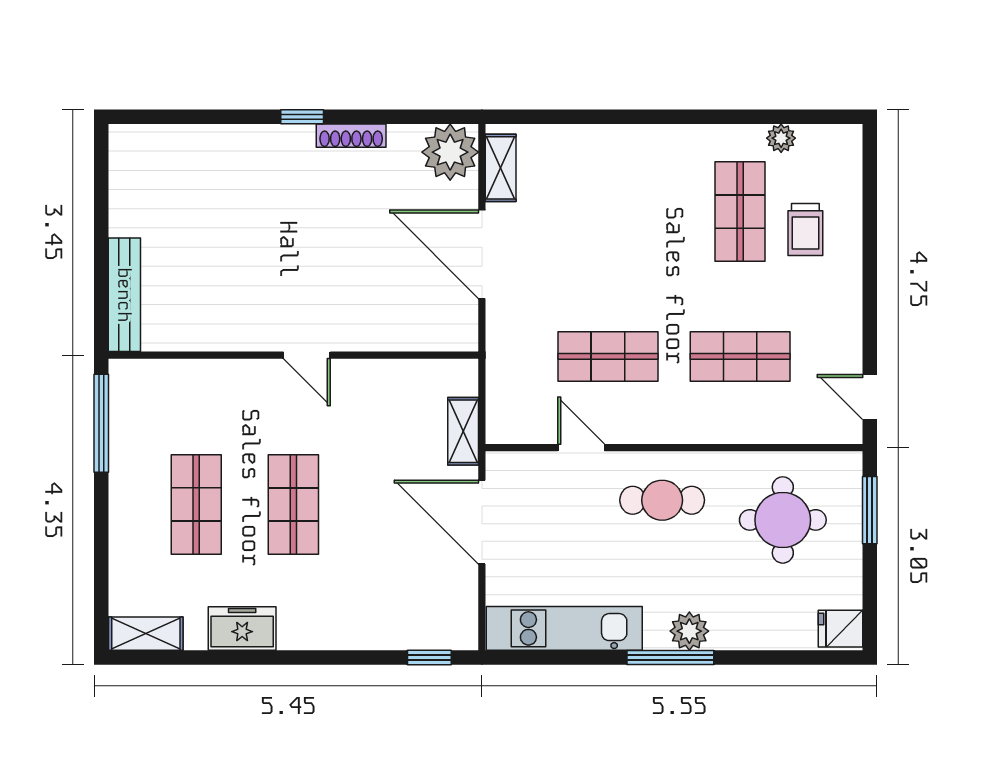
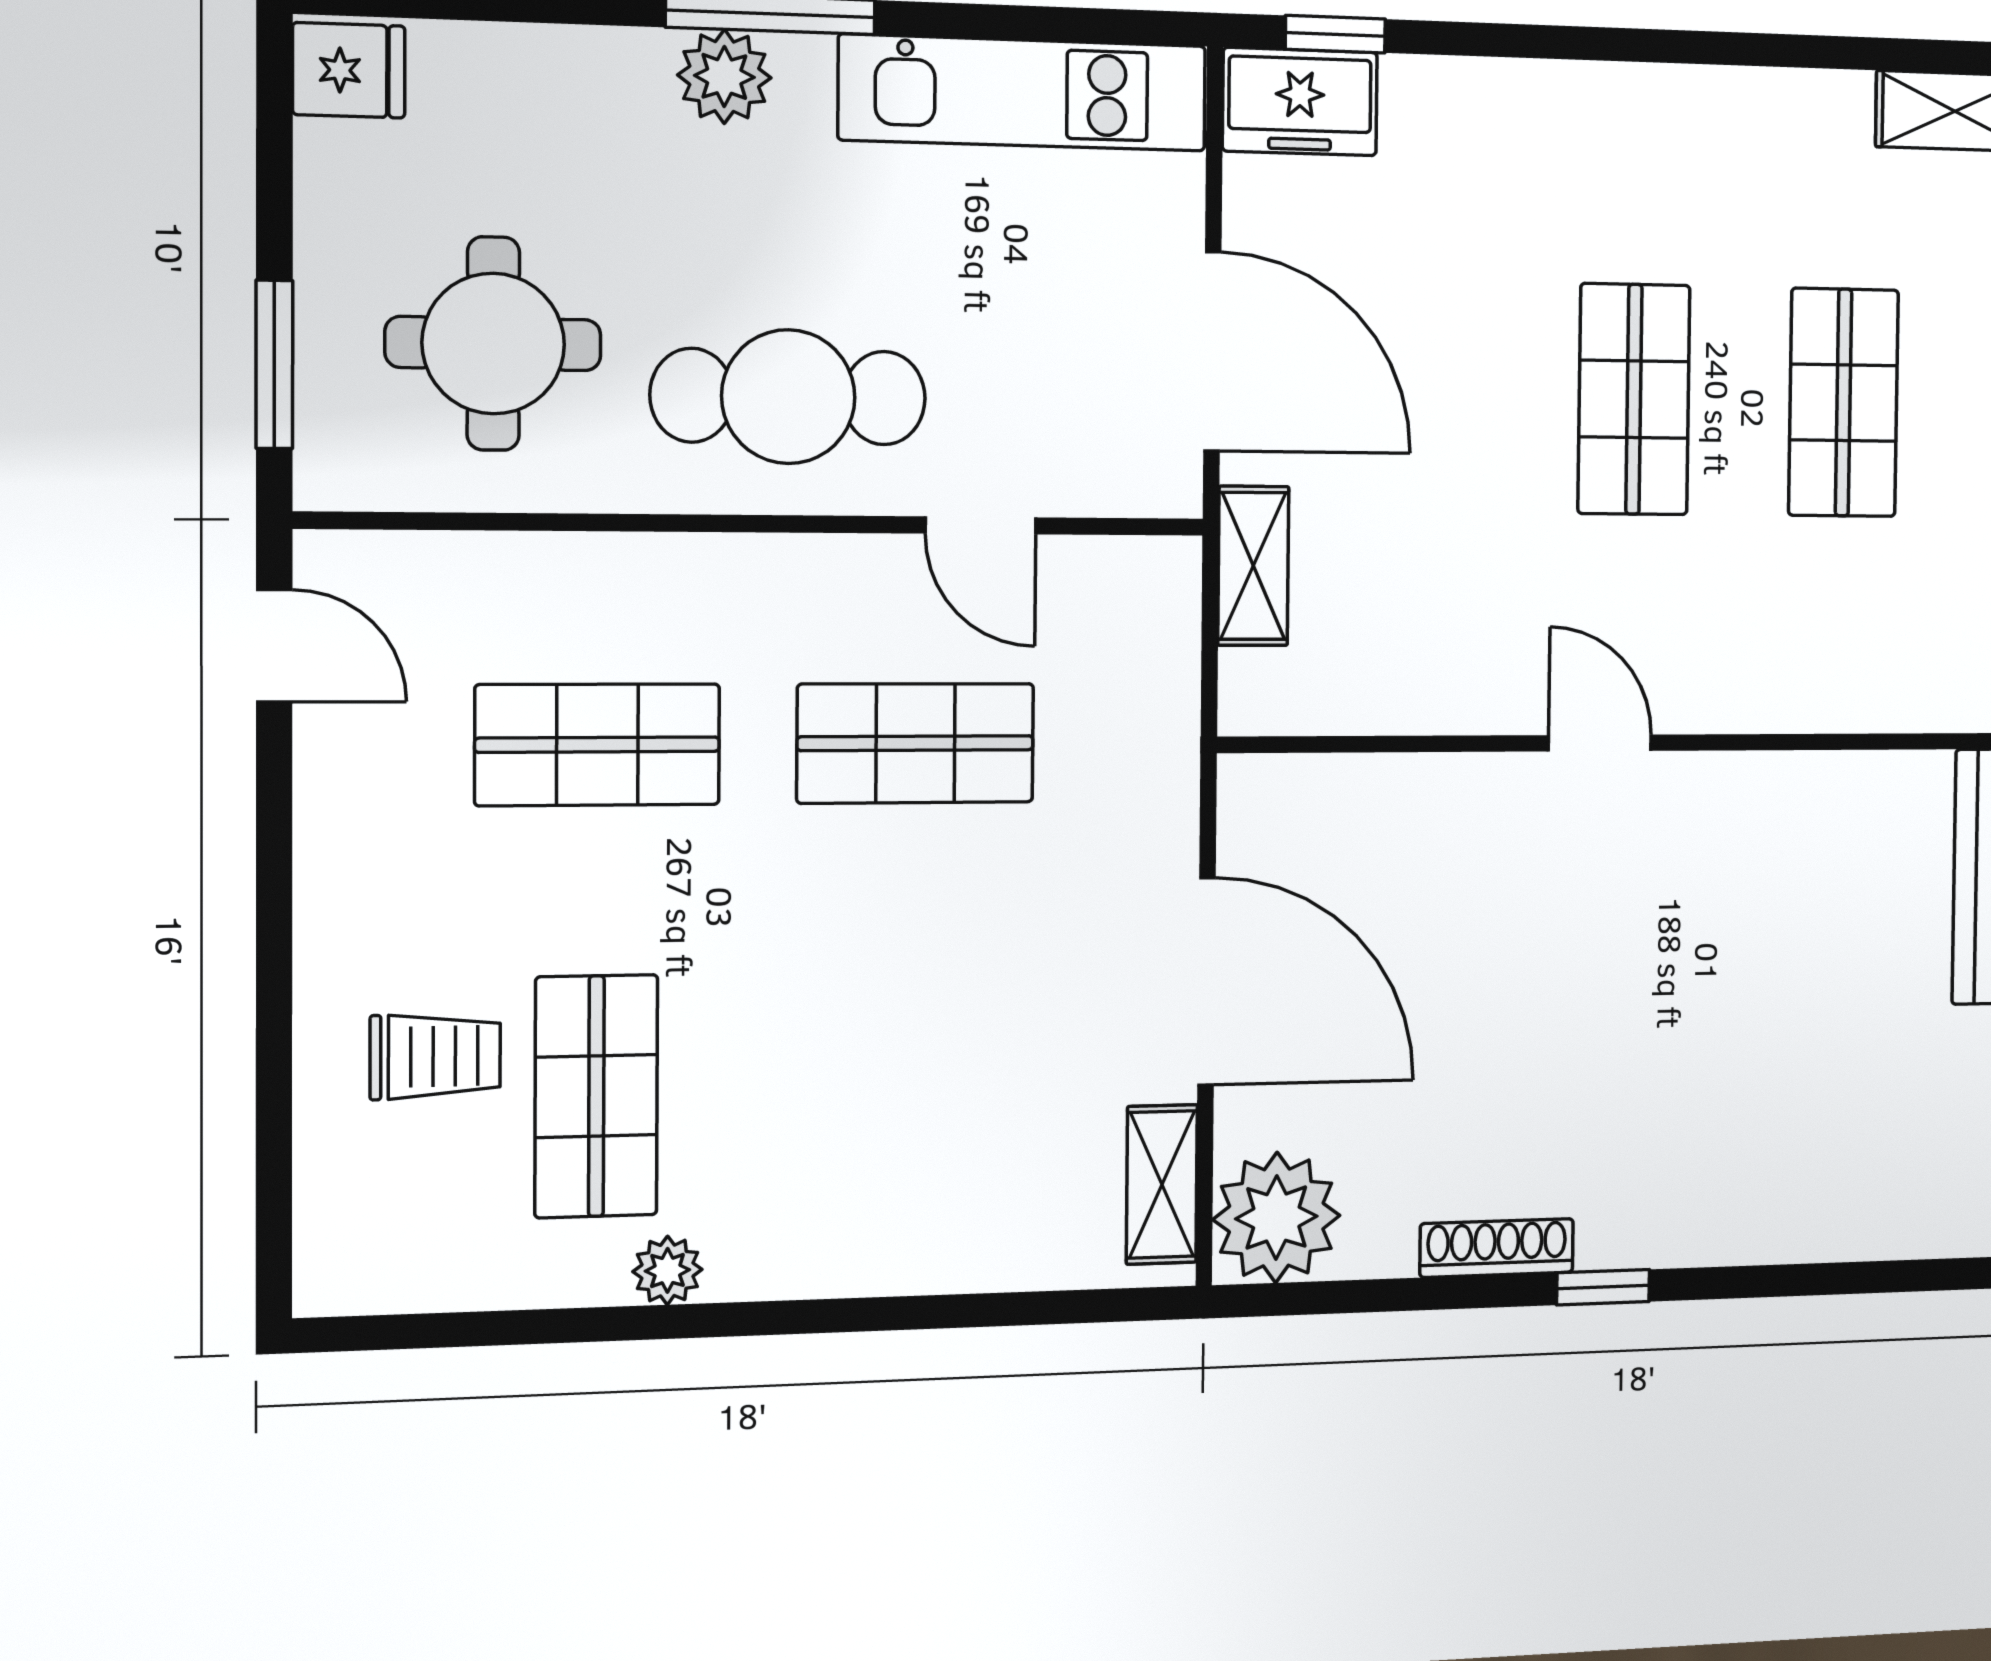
plant: (781, 138) -> (667, 1270), moved
trolley: (805, 229) -> (435, 1056), turned 90
cafe table: (662, 500) -> (788, 397), width x1.37, depth x1.35
freezer: (242, 628) -> (1300, 102), moved

